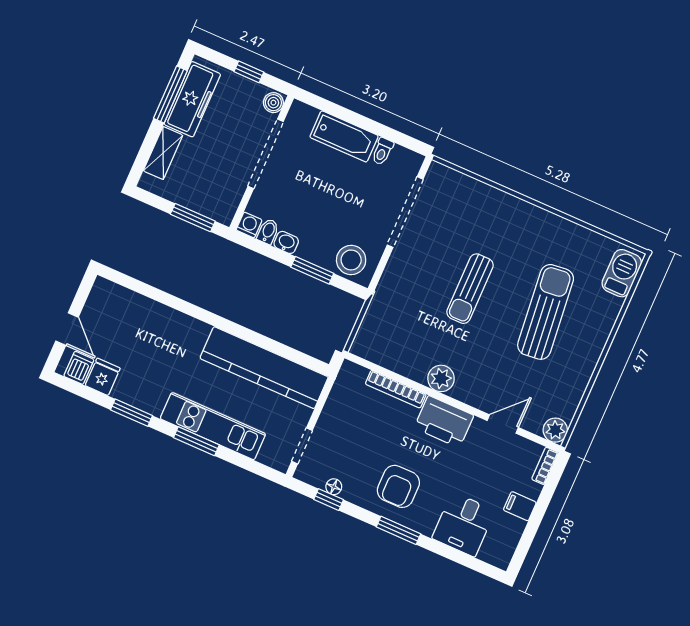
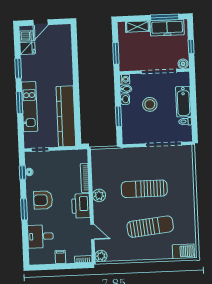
stool: (351, 260) -> (150, 104), moved
sun lounger: (470, 289) -> (144, 189), width x1.36, depth x1.34

